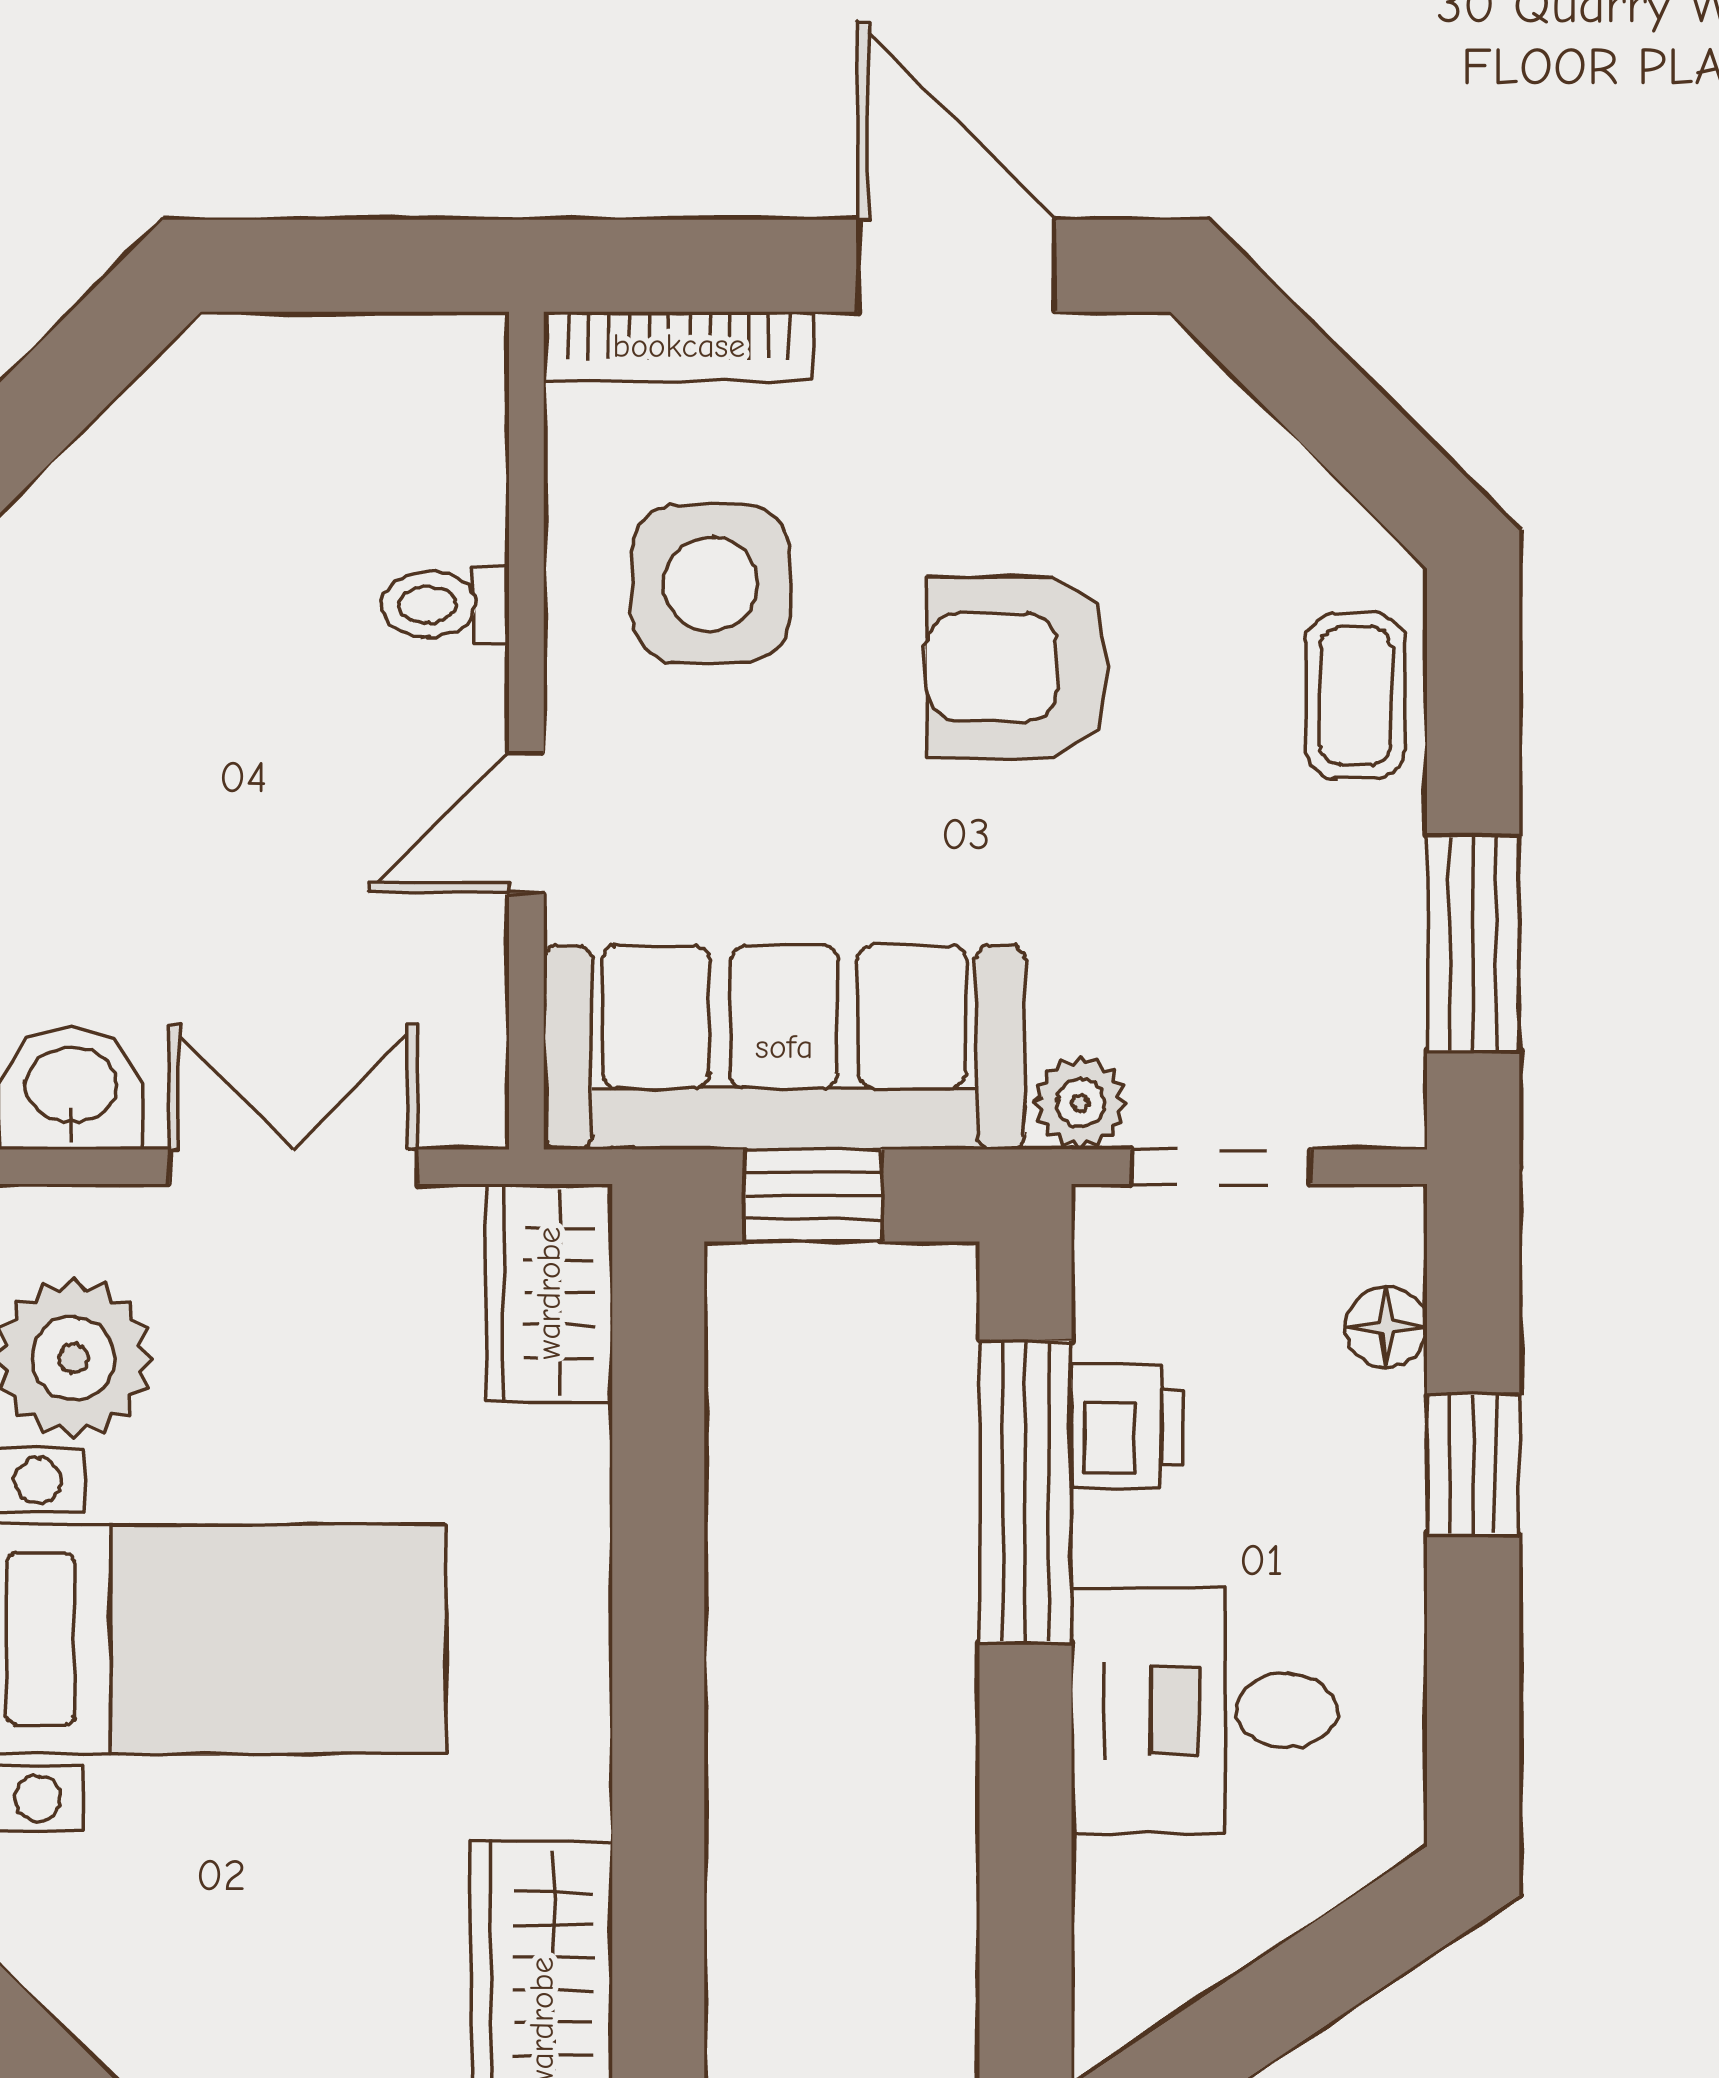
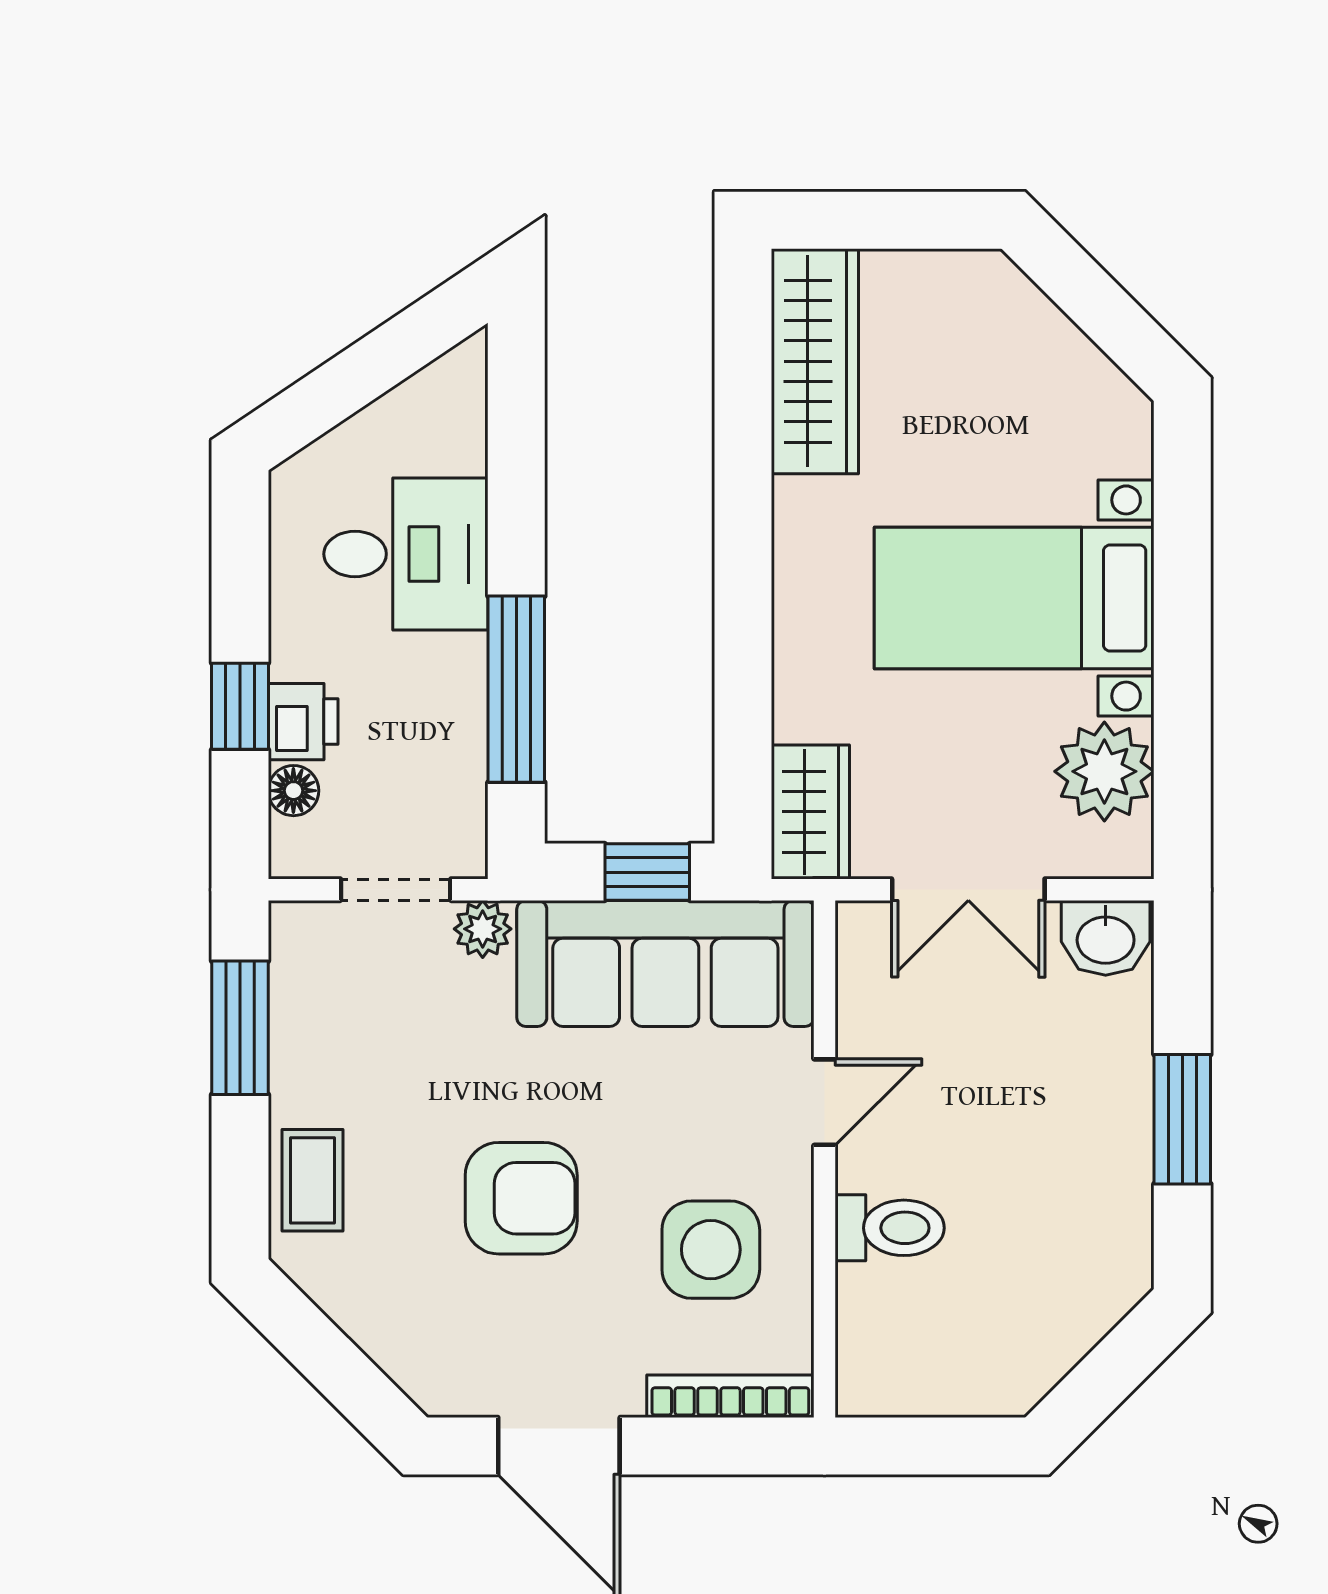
toilet: (445, 605) -> (890, 1228), width x1.37, depth x1.39
printer: (1128, 1427) -> (303, 722), moved, turned 180

